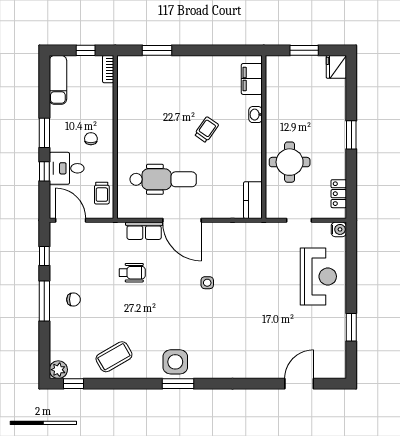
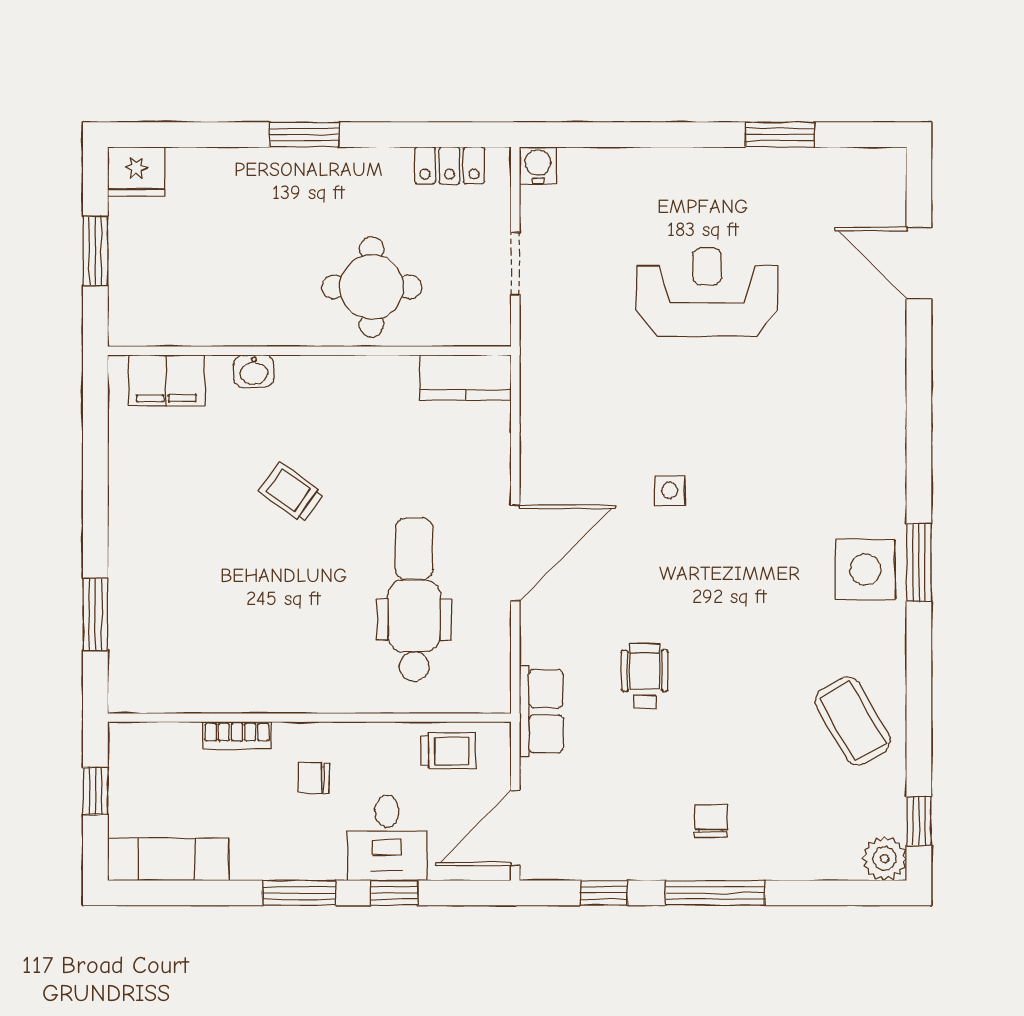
bookcase: (108, 69) -> (237, 735), moved
row of seats: (144, 231) -> (541, 711), moved
reception desk: (318, 276) -> (707, 292), moved

